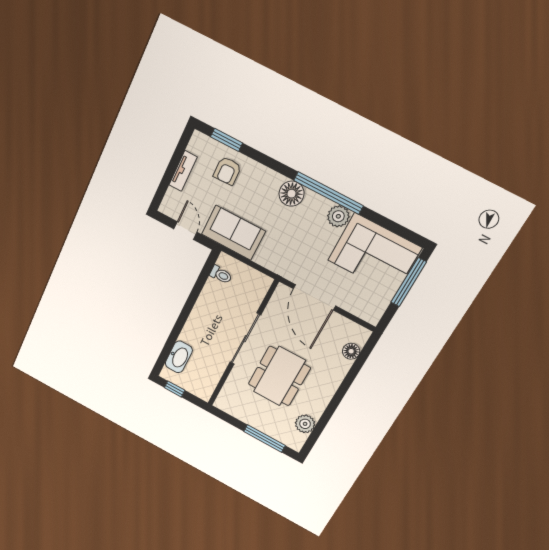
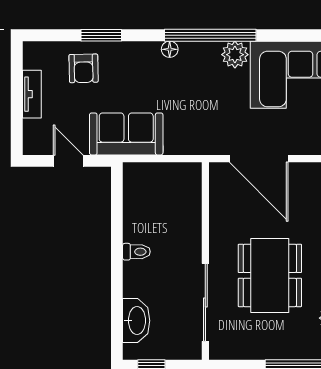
window: (227, 140) -> (101, 35), moved
floor lamp: (292, 194) -> (170, 49), width x0.53, depth x0.53
toilet: (221, 275) -> (136, 252), moved
sliding door: (245, 339) -> (205, 302), moved

